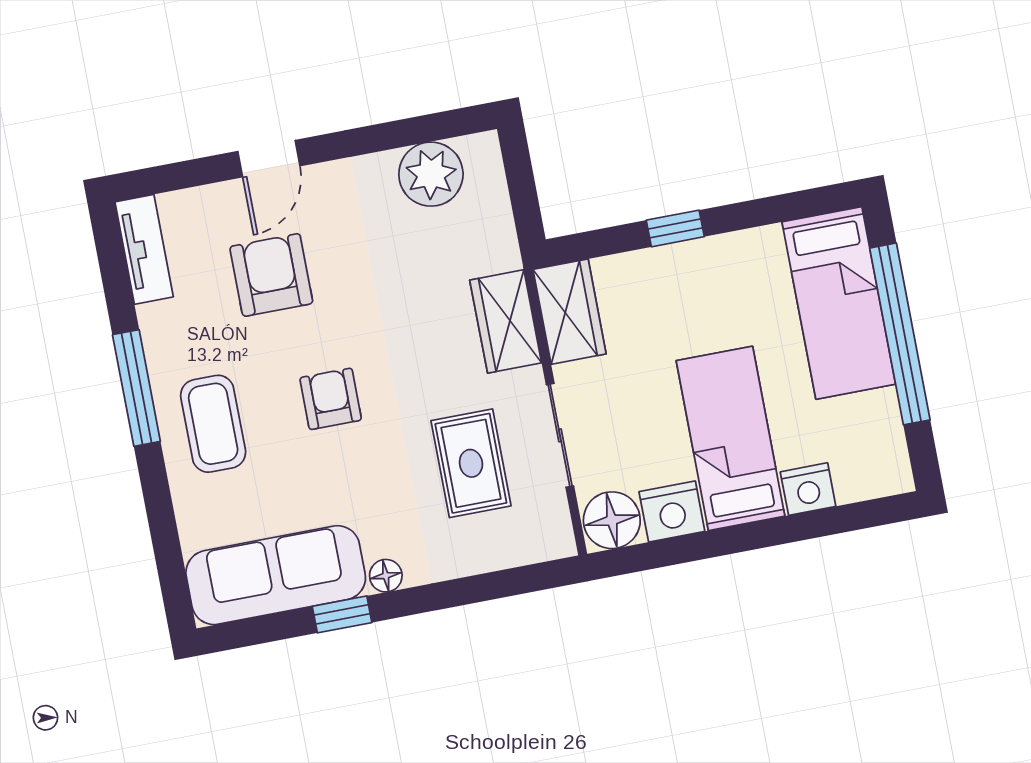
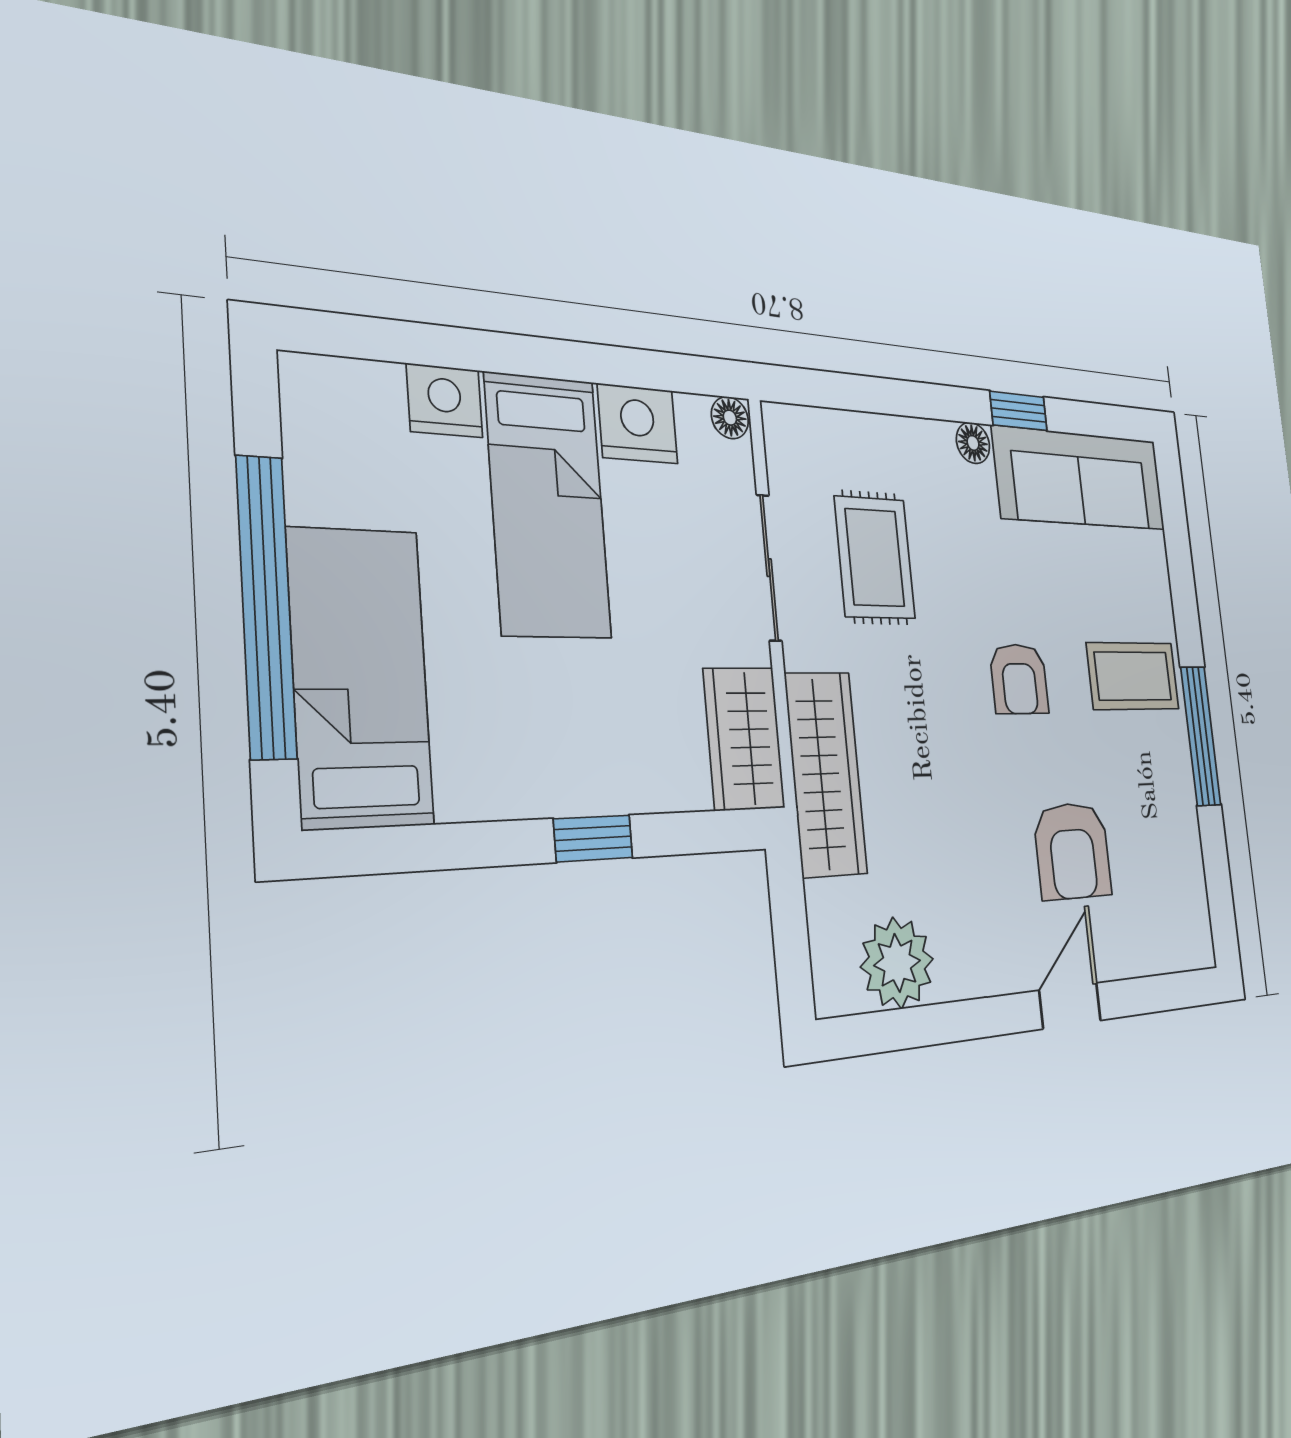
tv unit: (144, 249) -> (1191, 904), removed
wardrobe: (506, 321) -> (826, 774), width x1.50
coffee table: (213, 424) -> (1133, 676), turned 90
floor lamp: (612, 520) -> (730, 418), width x0.53, depth x0.53

